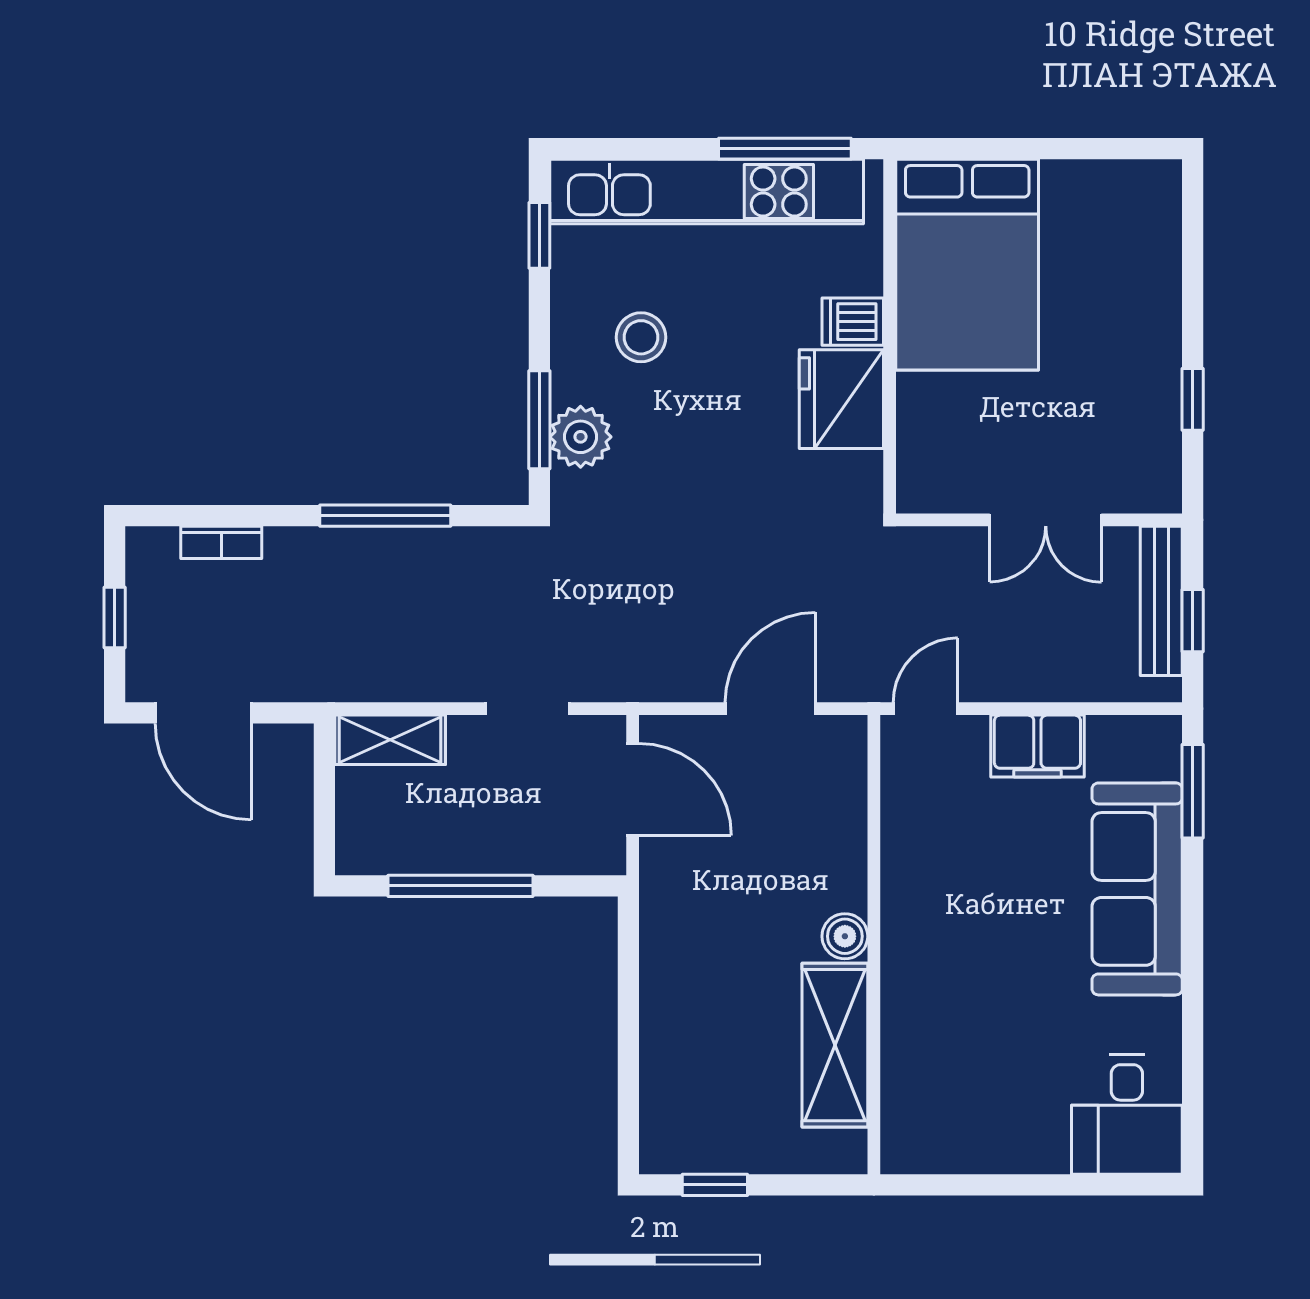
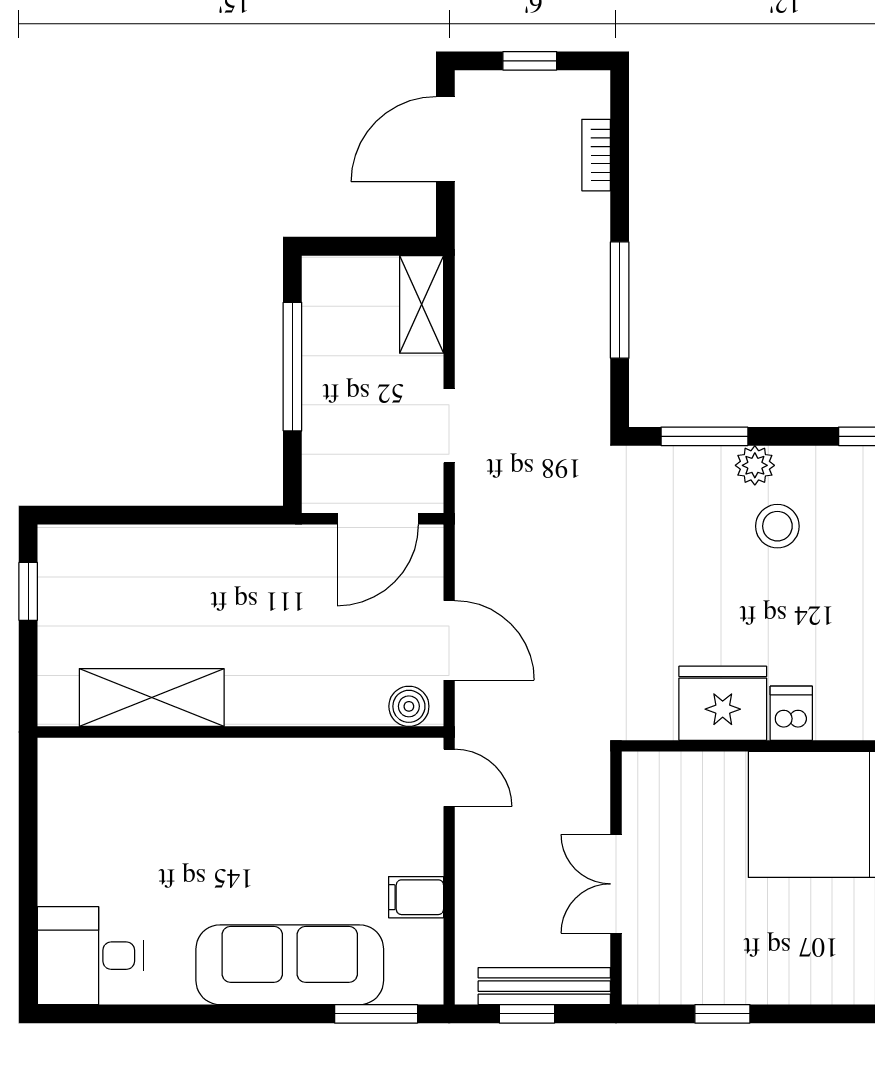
plant: (581, 437) -> (755, 465), moved, width x0.73, depth x0.73
filing cabinet: (1037, 746) -> (416, 897), width x0.50
boiler: (845, 936) -> (409, 706), moved

